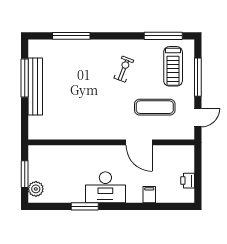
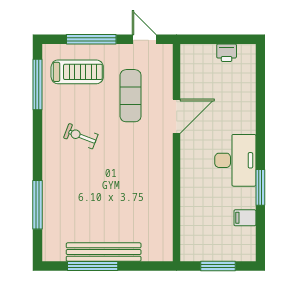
plant: (36, 189) -> (237, 251), removed
filing cabinet: (149, 195) -> (245, 218), moved

